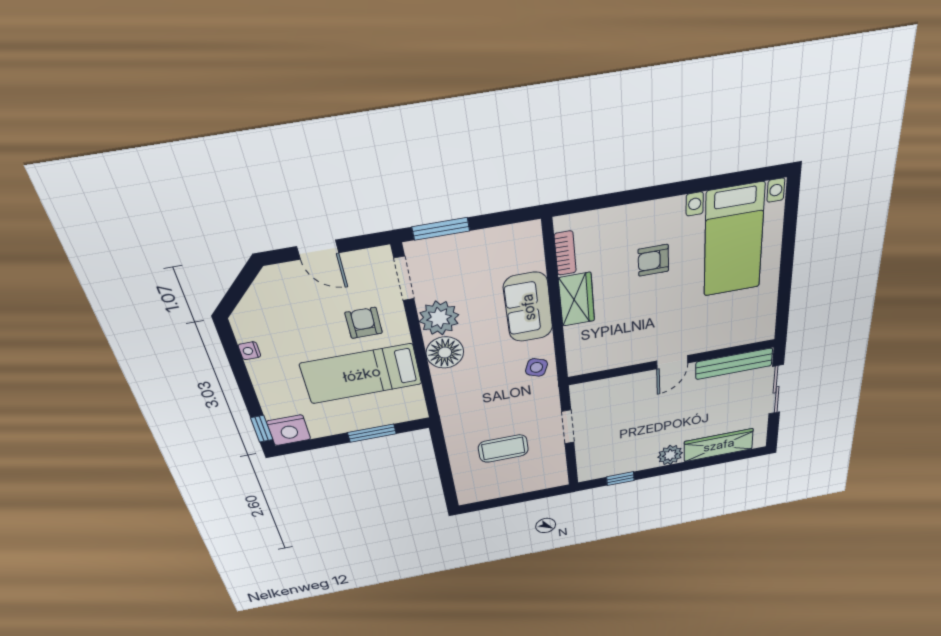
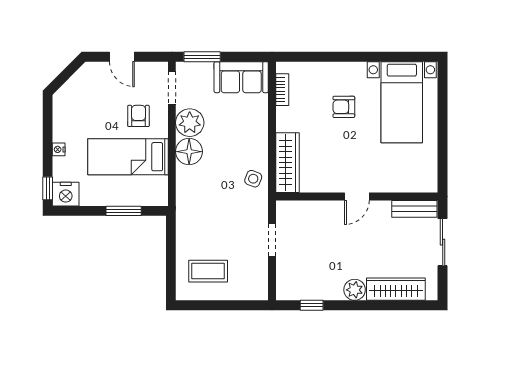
wardrobe: (577, 299) -> (287, 163), moved, width x1.50
sofa: (528, 307) -> (241, 77), moved, turned -90
nightstand: (249, 351) -> (59, 149), moved
bench: (734, 364) -> (414, 209), width x0.73
coffee table: (503, 449) -> (208, 271), moved

